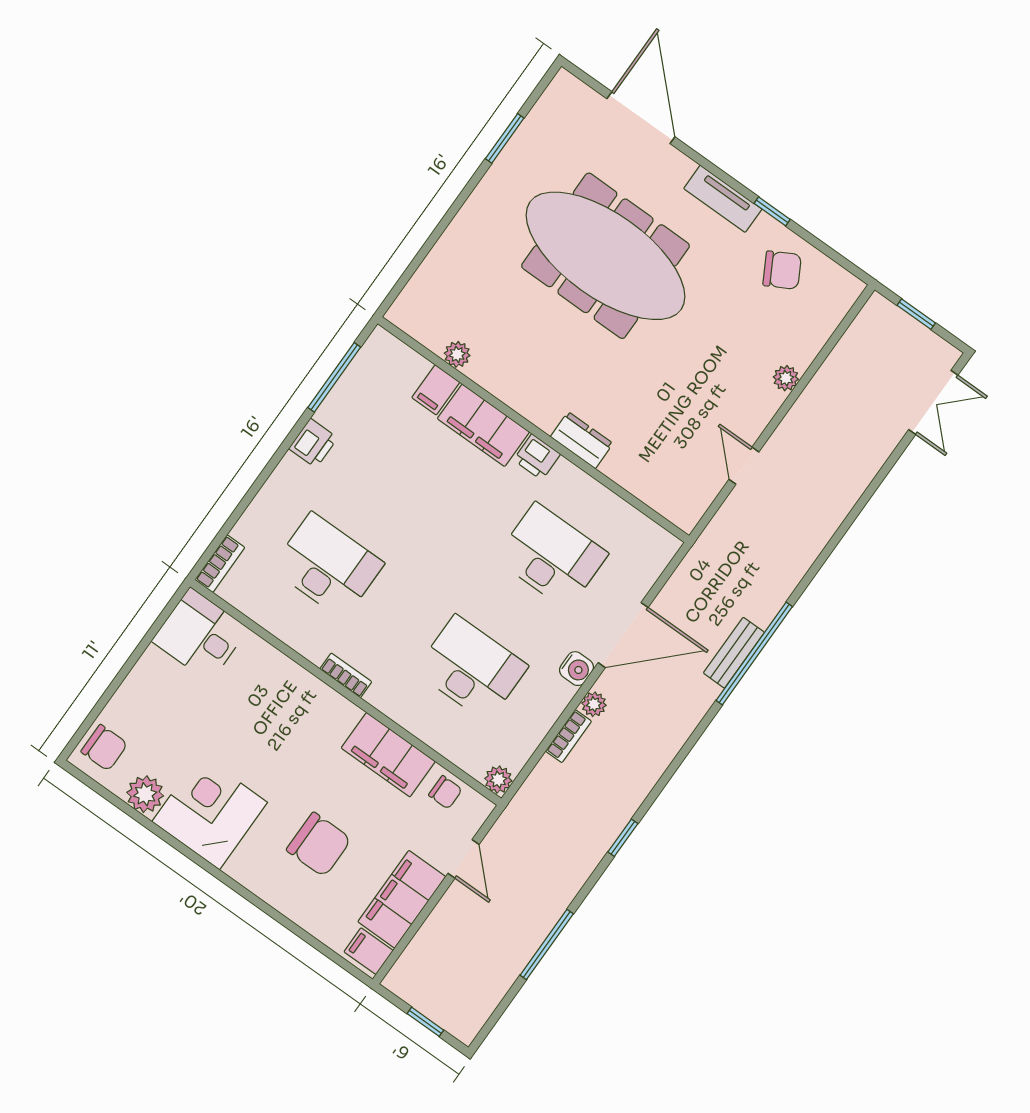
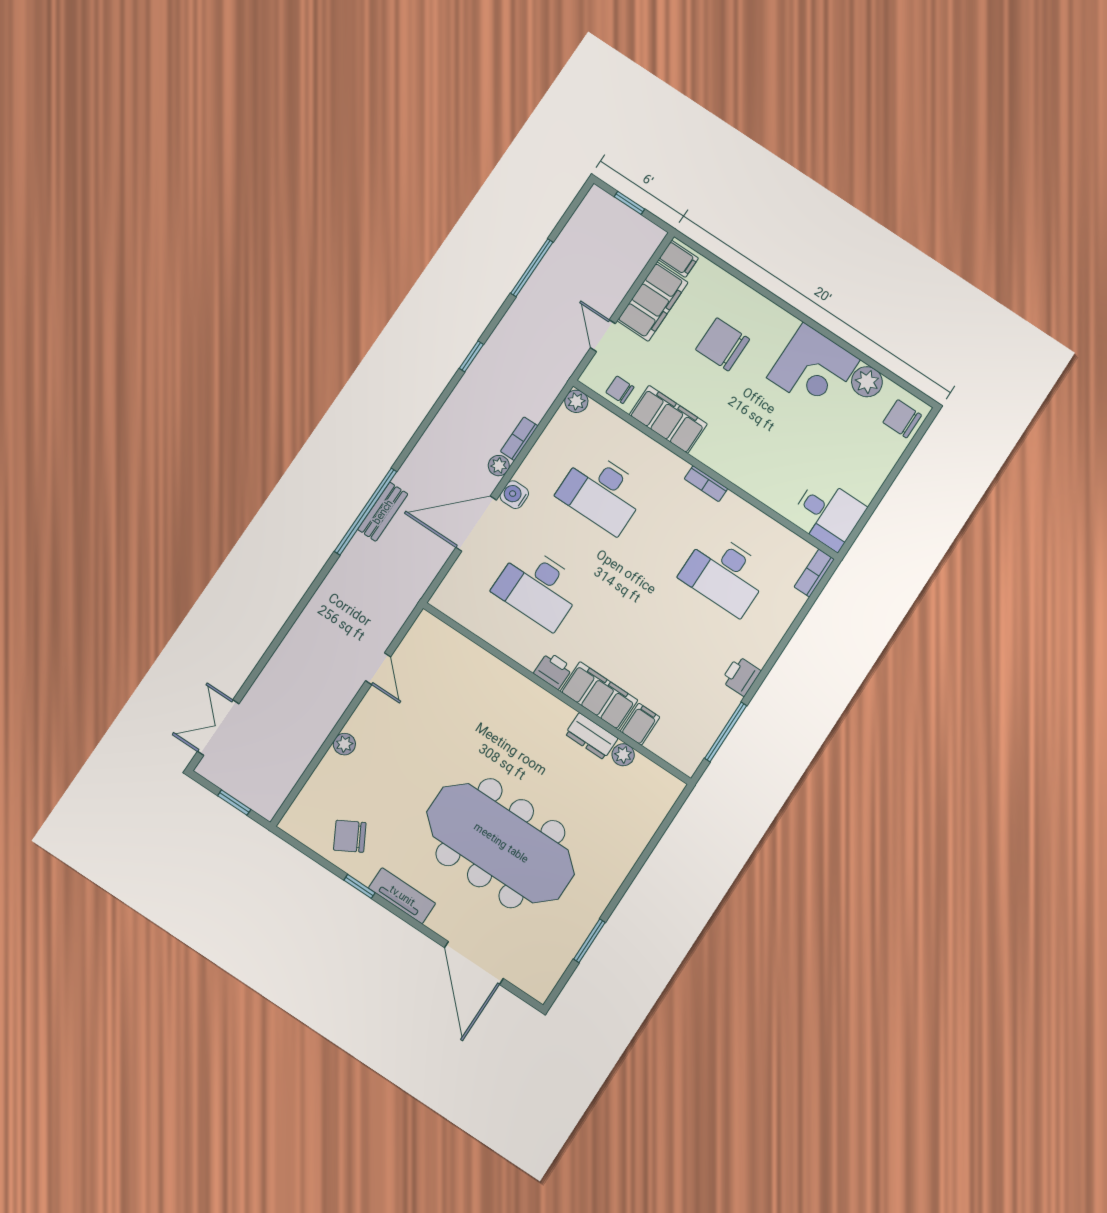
dresser: (582, 440) -> (591, 736), moved

